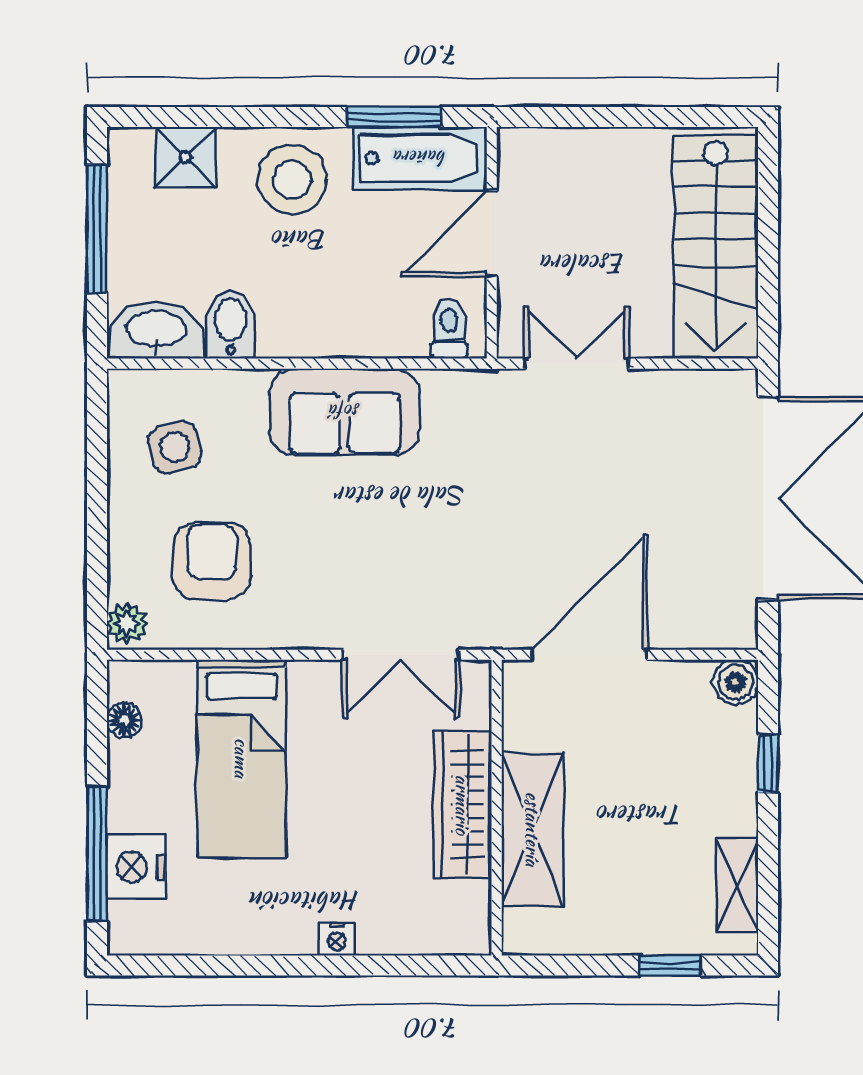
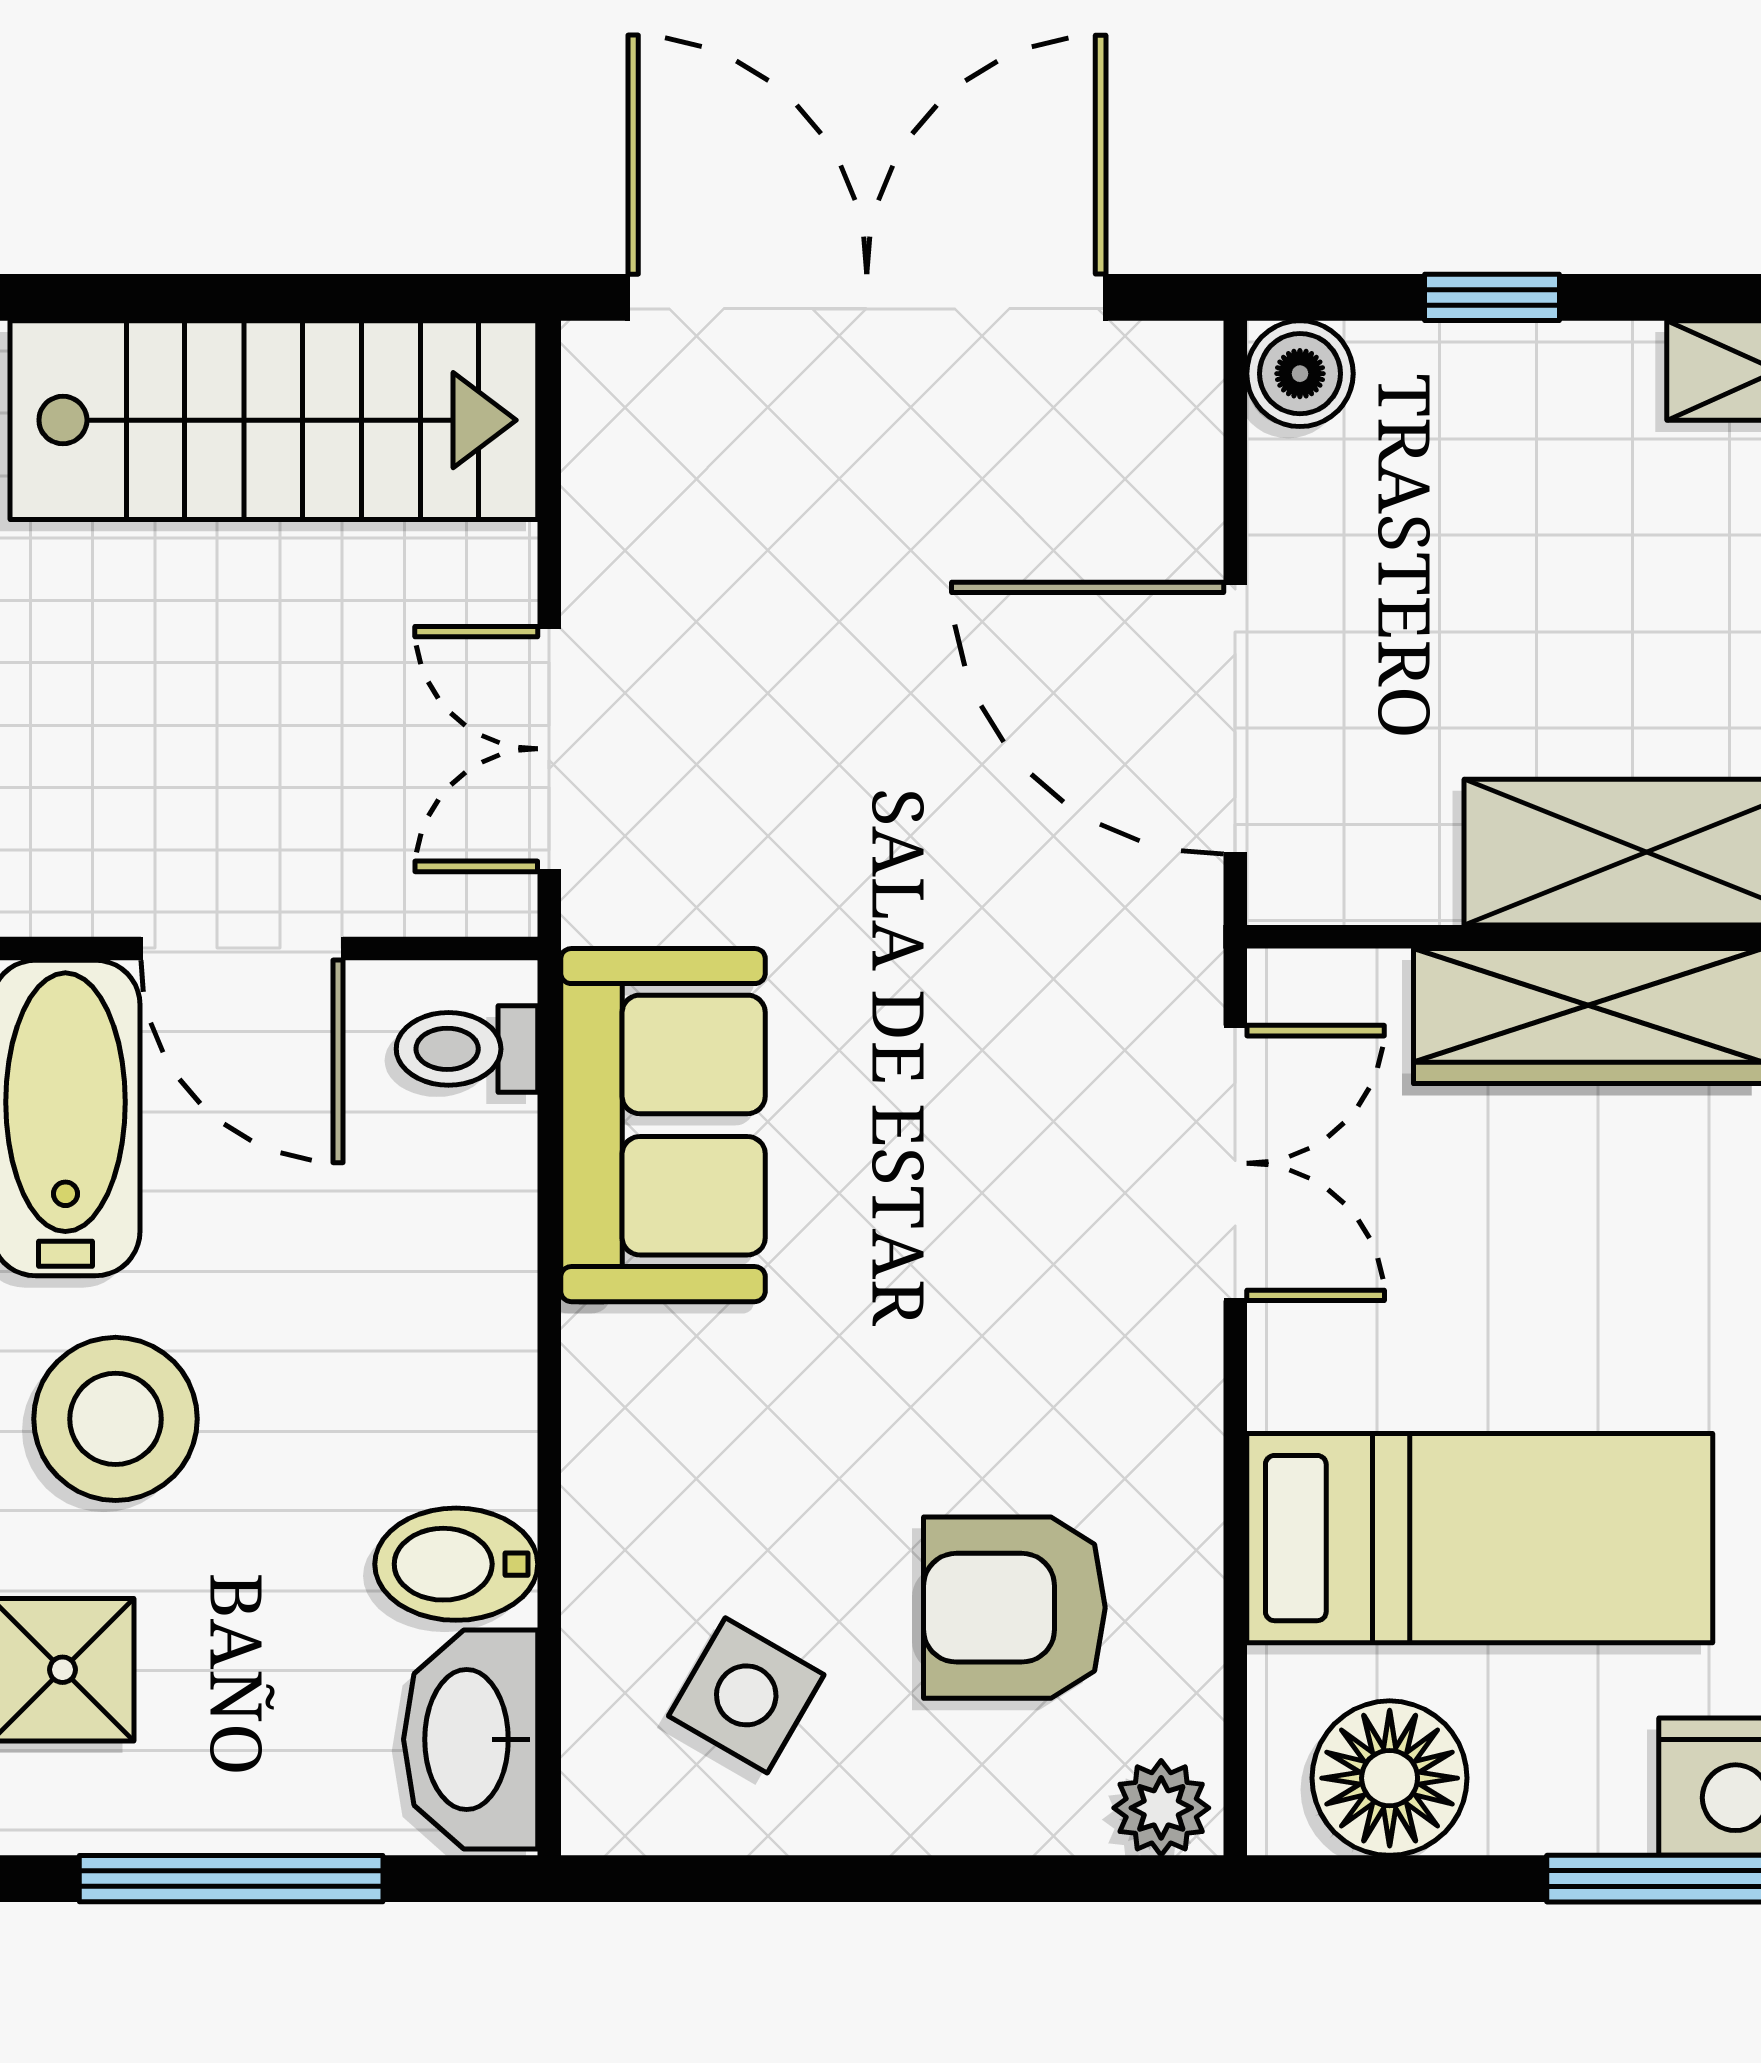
sofa: (345, 412) -> (663, 1125), moved
side table: (175, 447) -> (746, 1695), turned 45
floor lamp: (124, 720) -> (1390, 1778), width x1.89, depth x1.89

